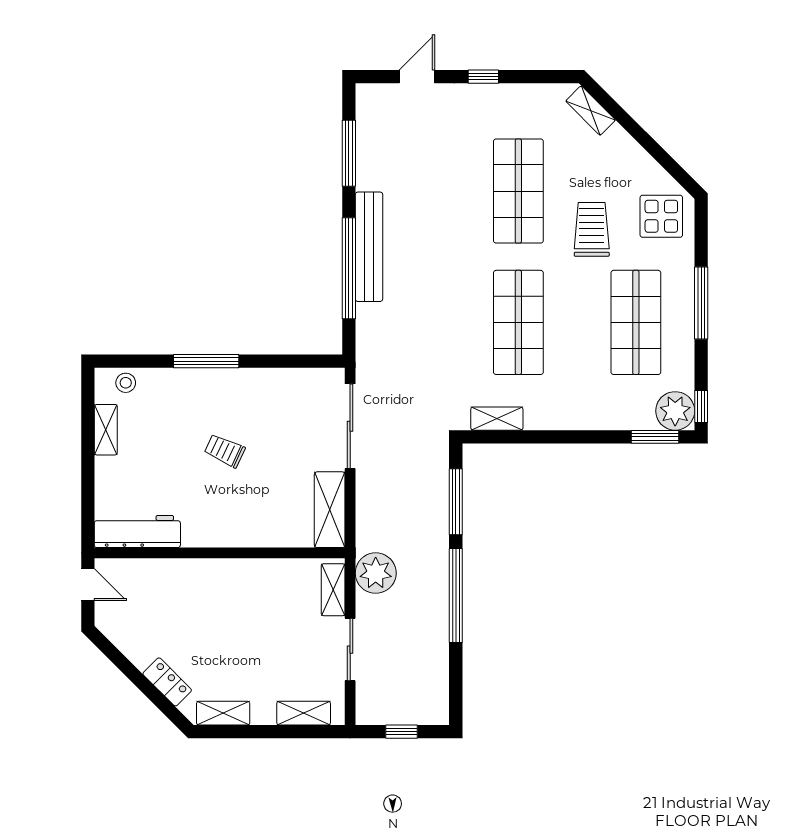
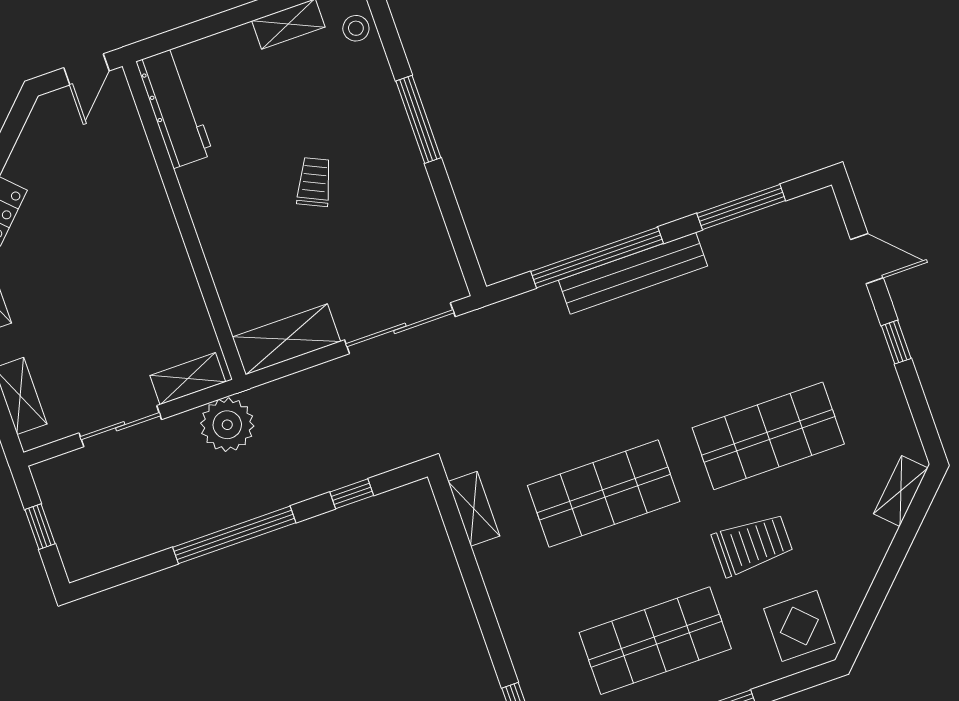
window: (456, 502) -> (352, 494), width x0.46

